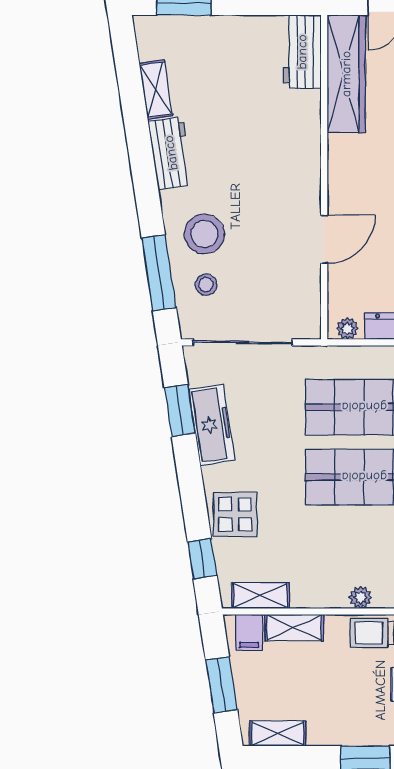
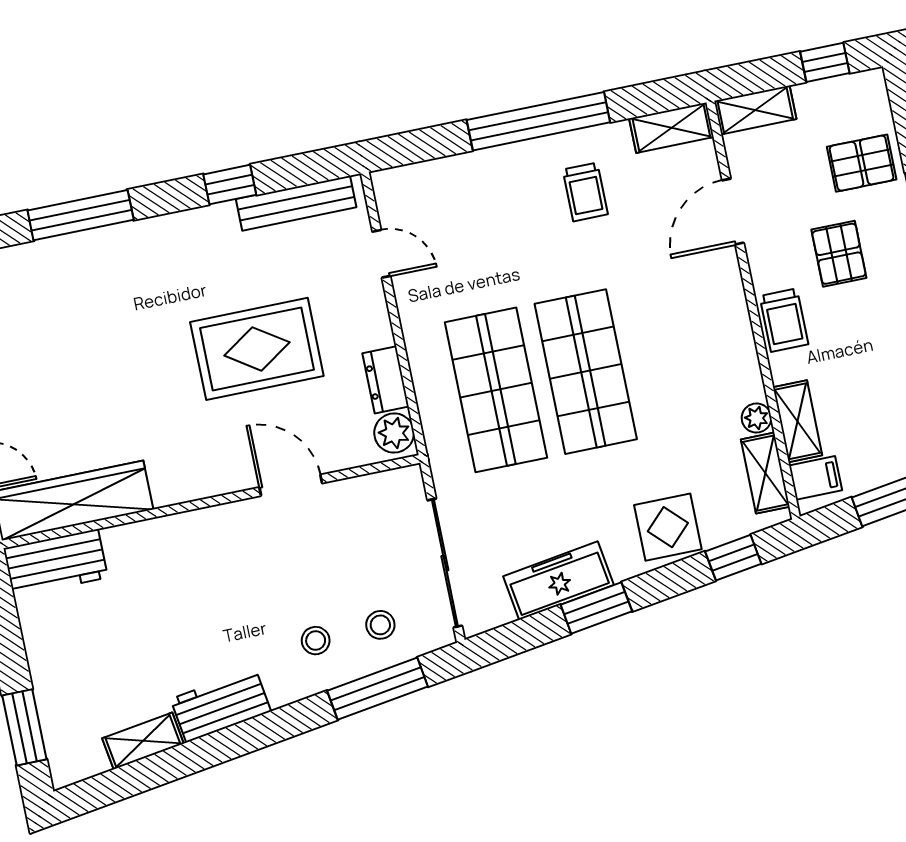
stool: (204, 234) -> (316, 641), width x0.53, depth x0.53
plant: (347, 329) -> (394, 433), width x1.38, depth x1.38
window: (180, 410) -> (596, 608), moved
plant: (361, 597) -> (756, 418), moved

